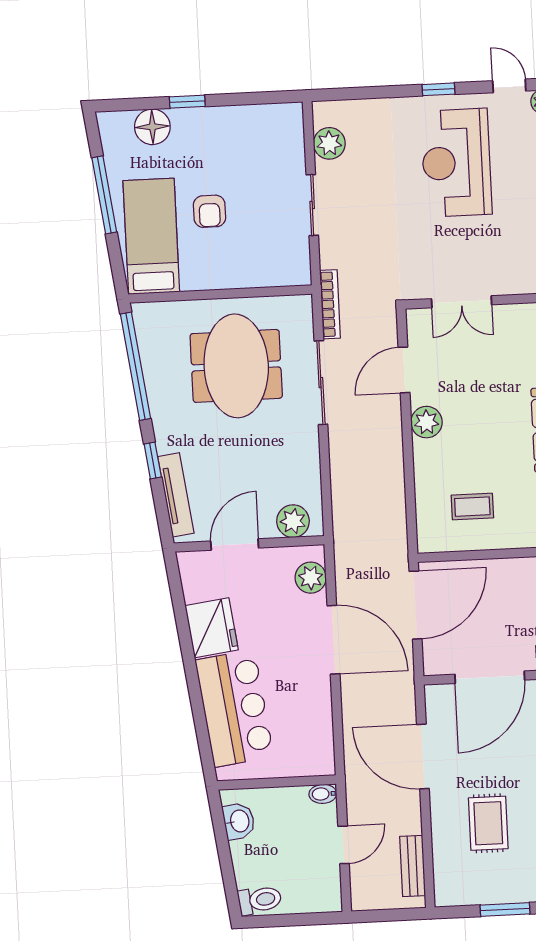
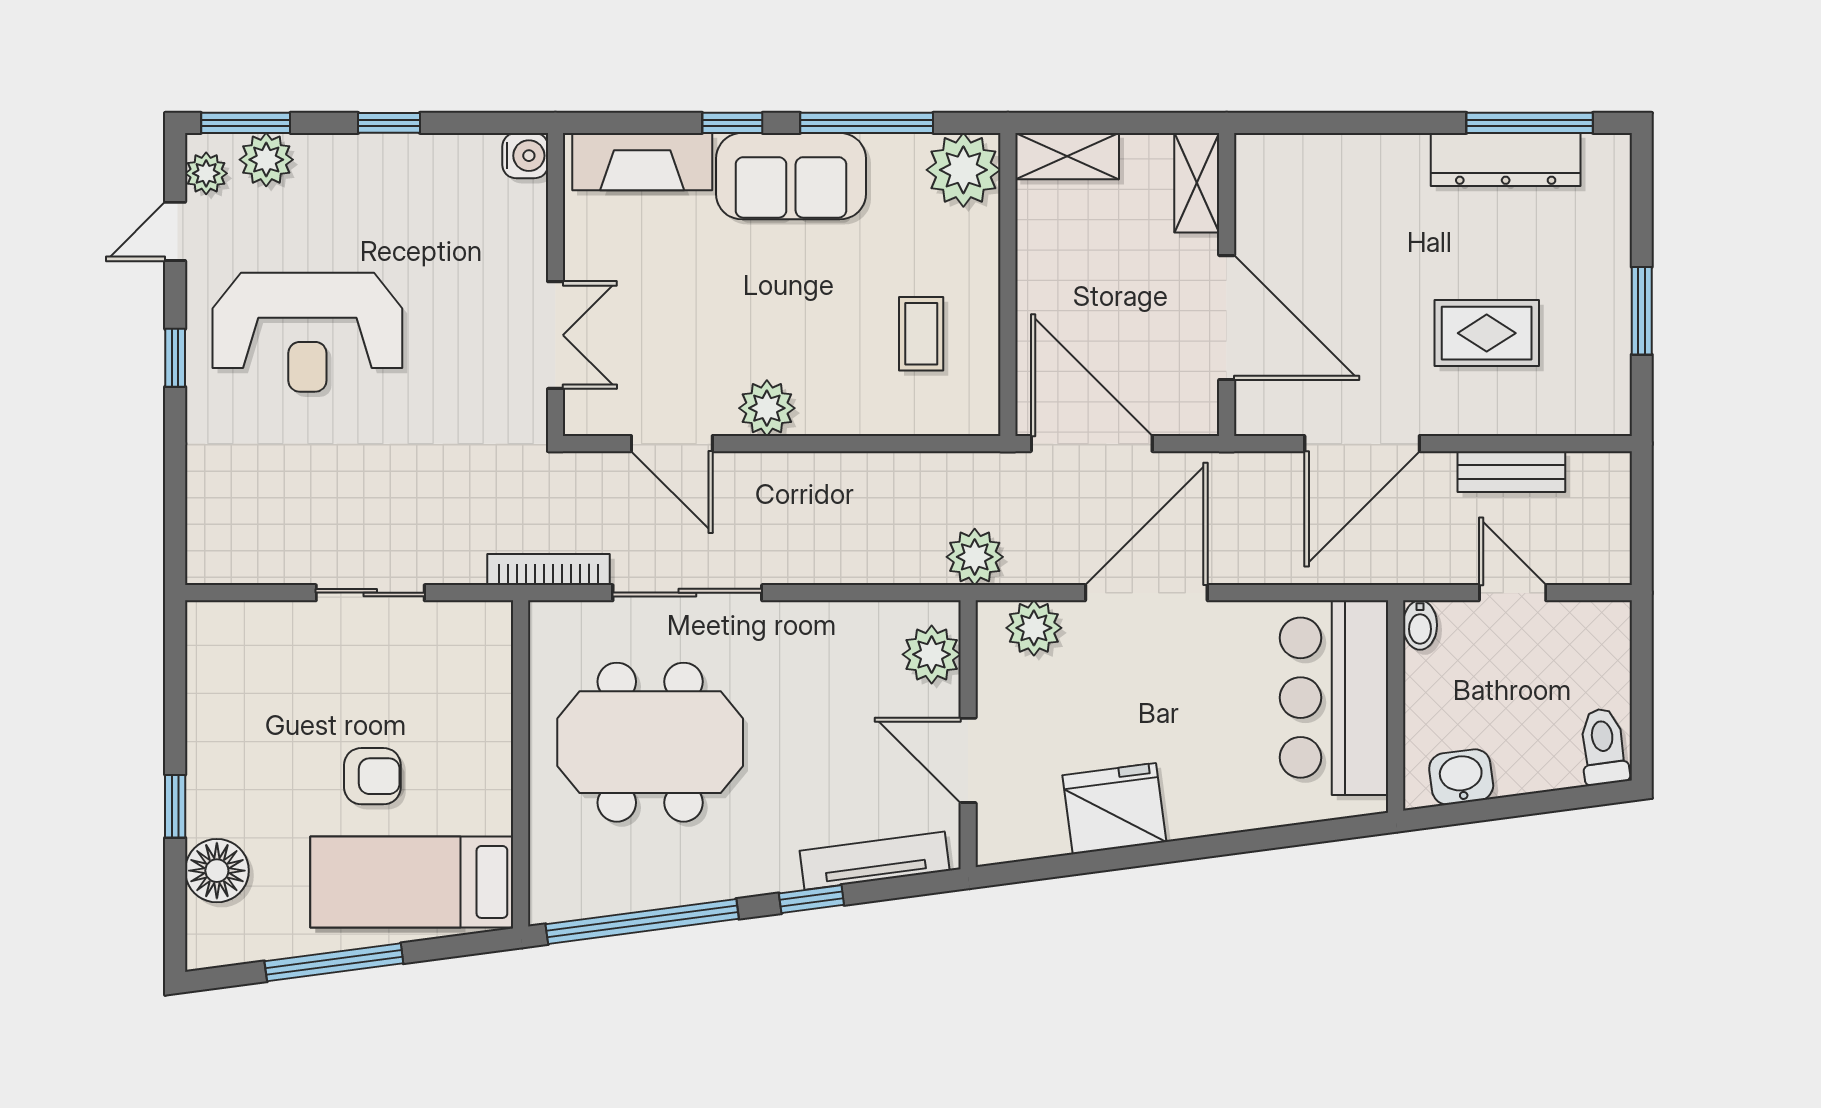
plant: (329, 143) -> (975, 557), moved
bar counter: (234, 708) -> (1334, 698), moved, turned -82
bench: (413, 866) -> (1511, 472), moved

